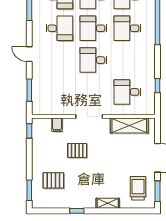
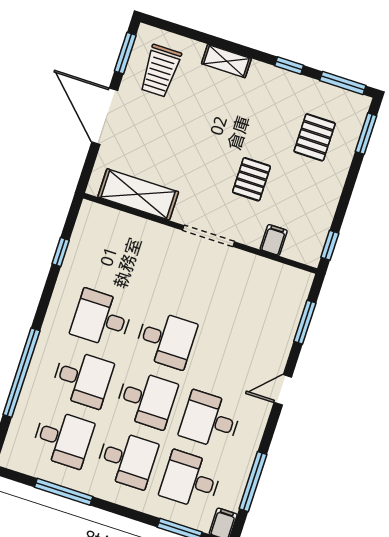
door: (29, 54) -> (283, 390), swing flipped
desk: (127, 92) -> (102, 319), moved, turned 180
pallet: (77, 150) -> (251, 179), turned 90
pallet: (53, 180) -> (315, 137), turned 90
window: (48, 211) -> (343, 83), added

